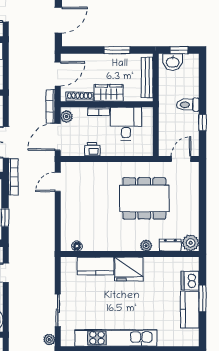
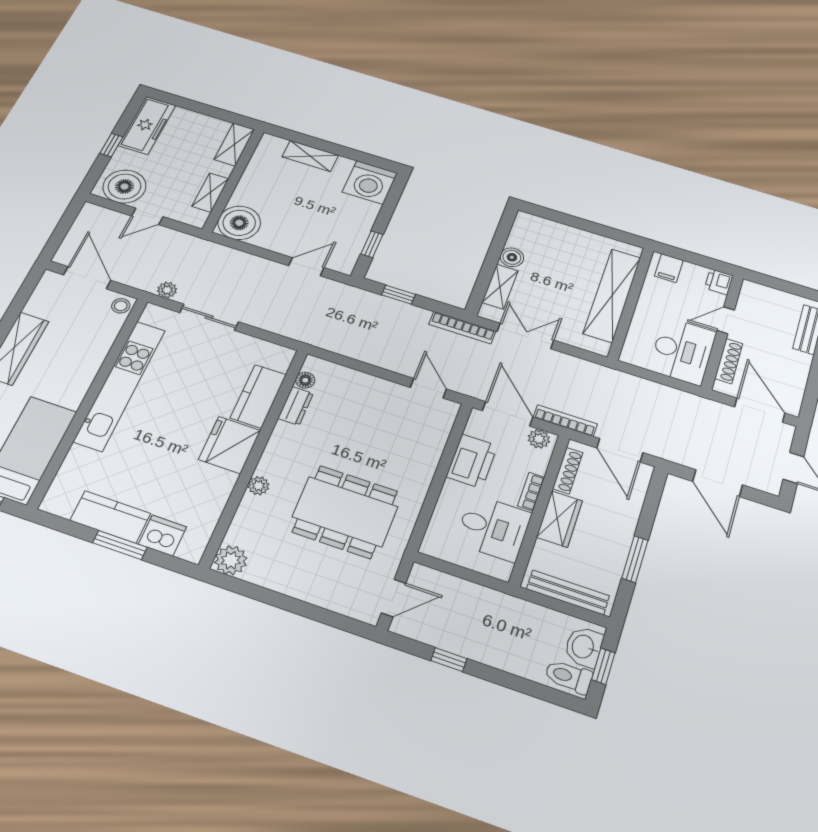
toilet: (188, 105) -> (569, 676), moved, turned -90
printer: (92, 149) -> (472, 461), width x1.87, depth x1.48
door: (181, 159) -> (394, 598), hinge flipped
dining table: (144, 198) -> (345, 512), turned 90
dresser: (170, 245) -> (296, 406), moved

